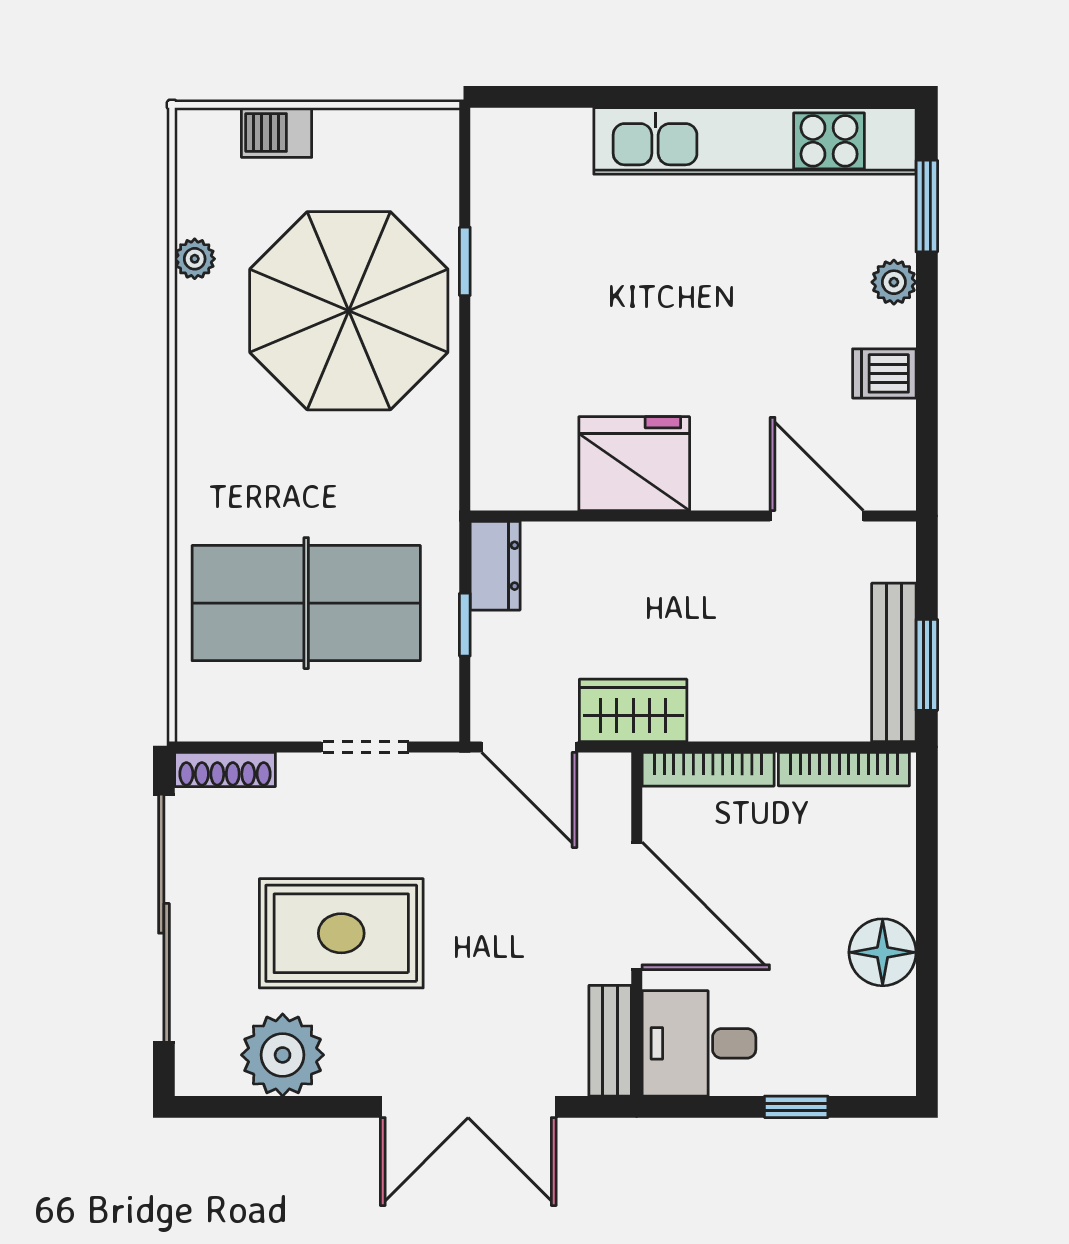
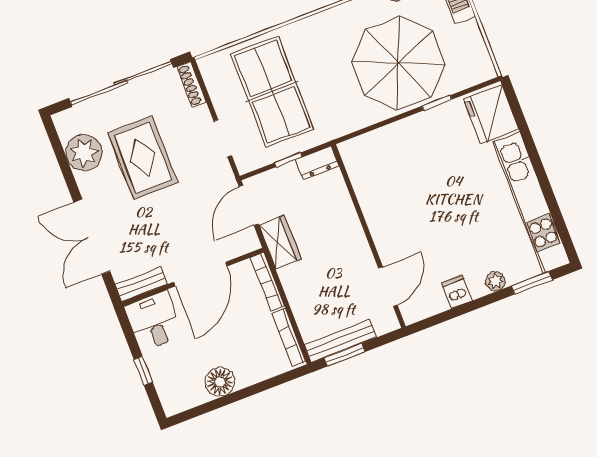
fridge: (634, 464) -> (491, 114), moved, turned 180

